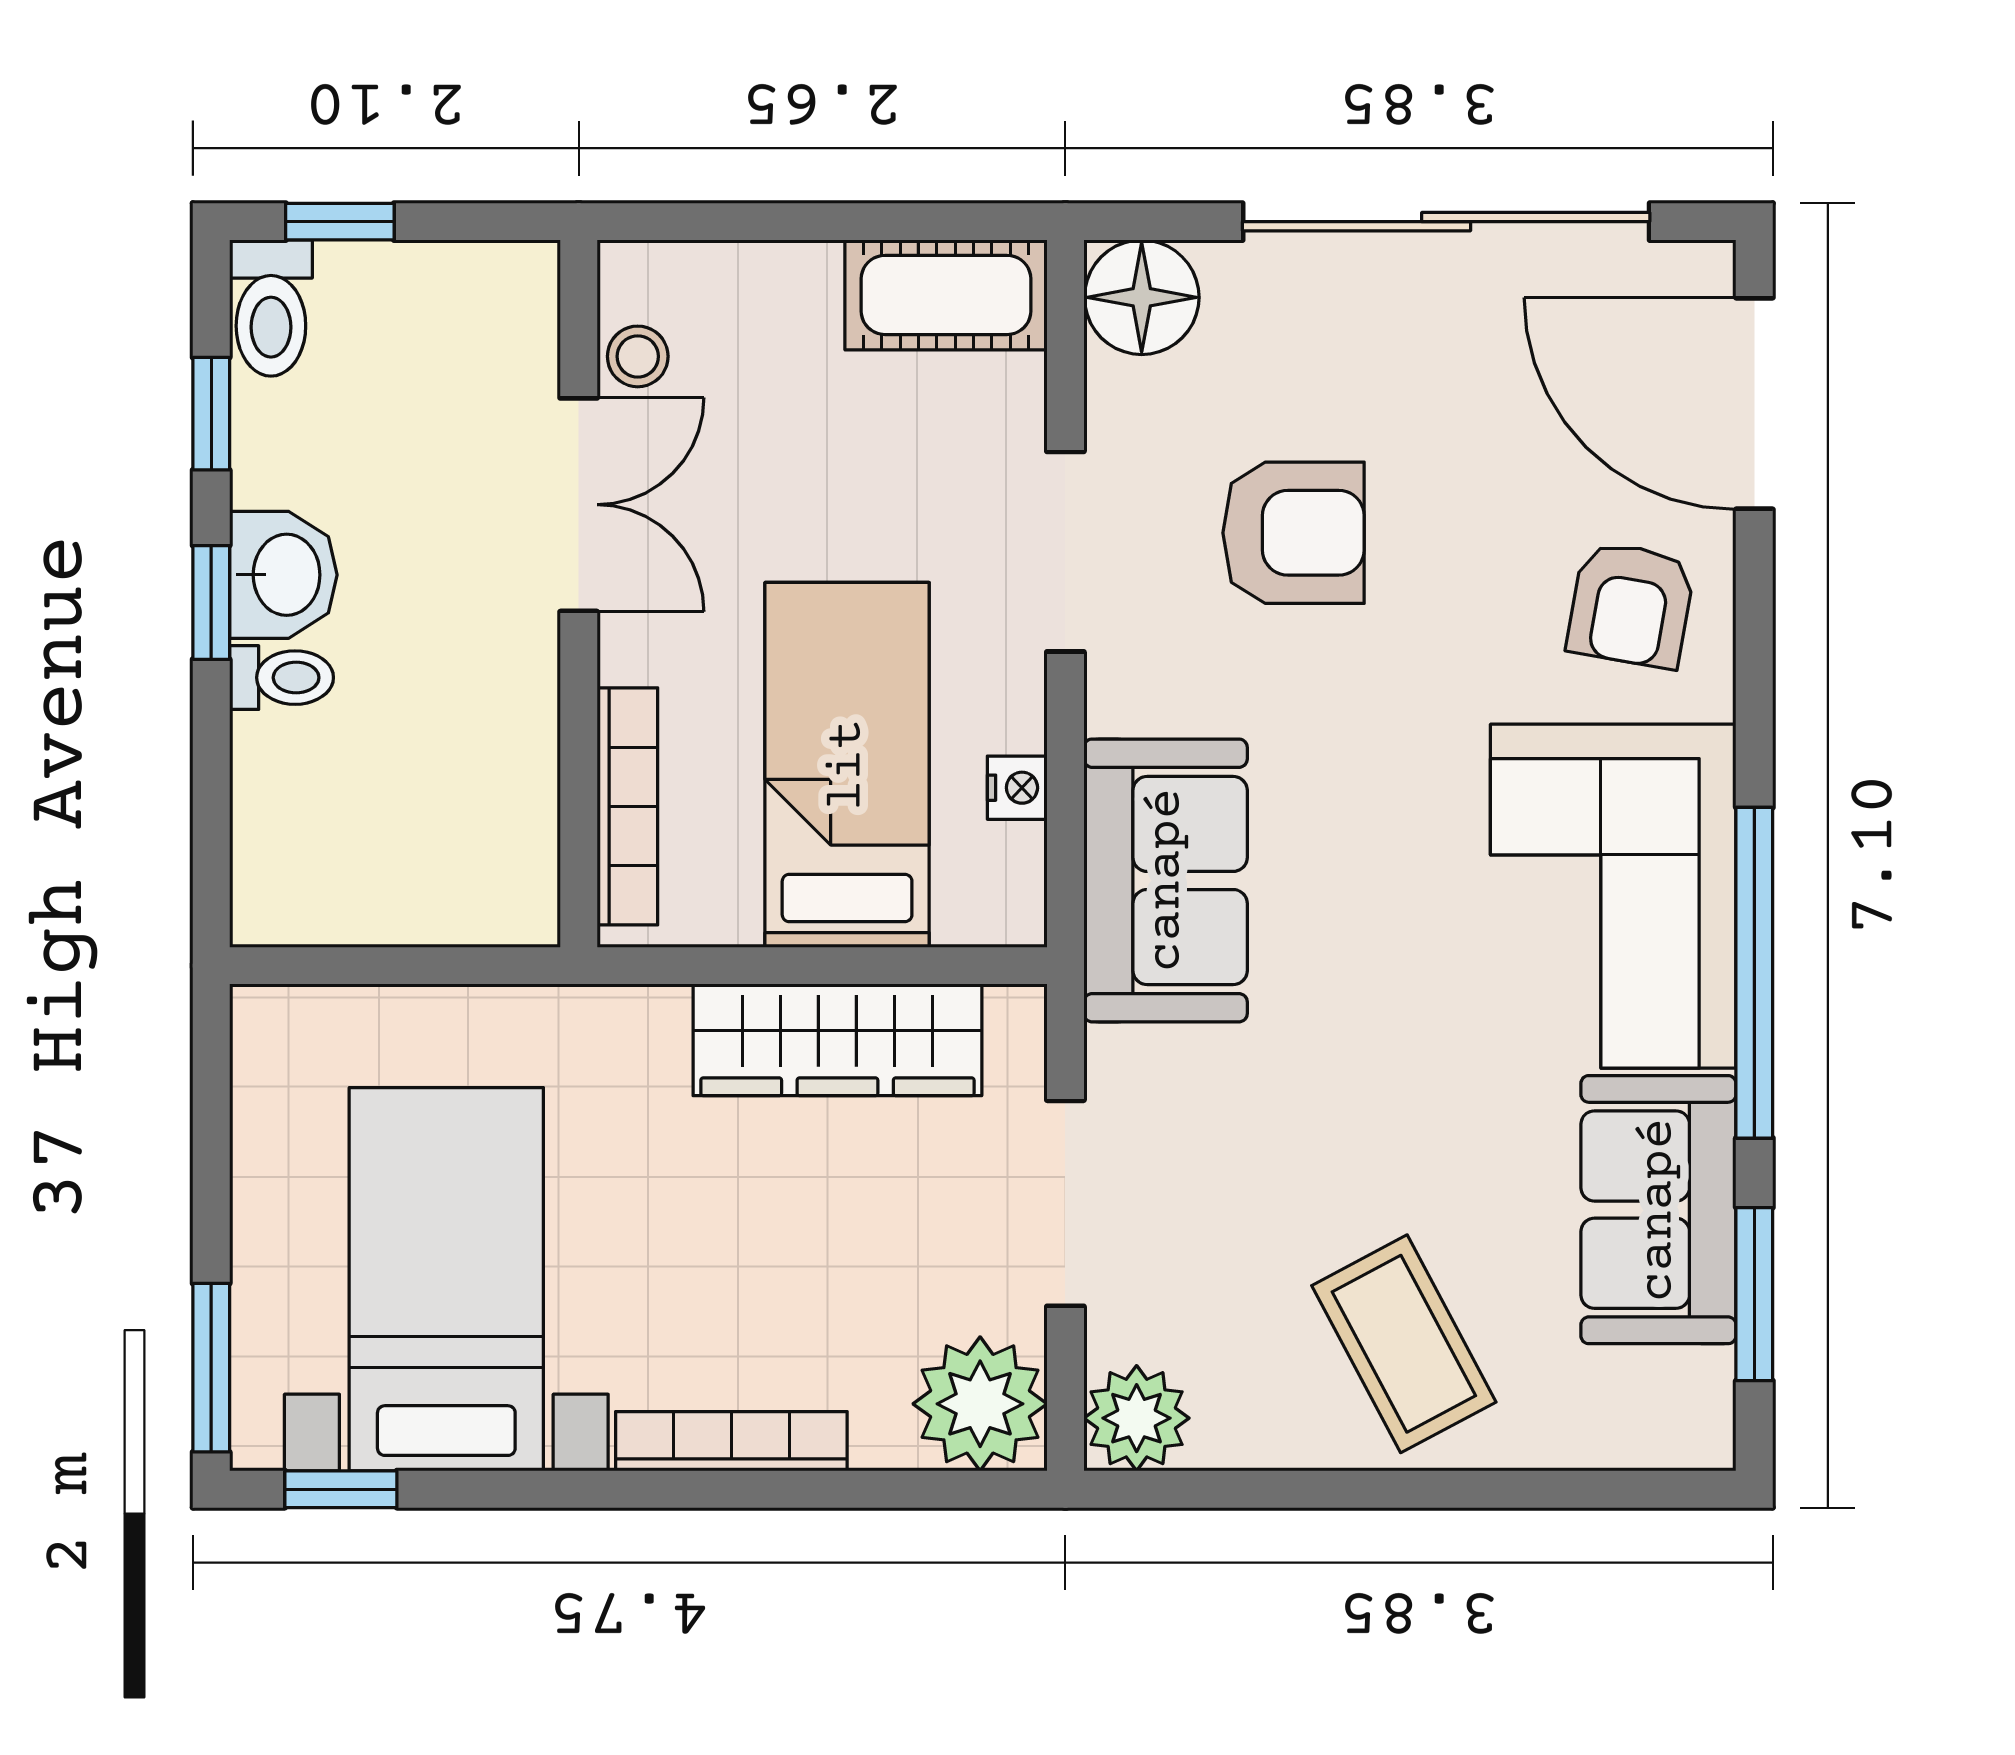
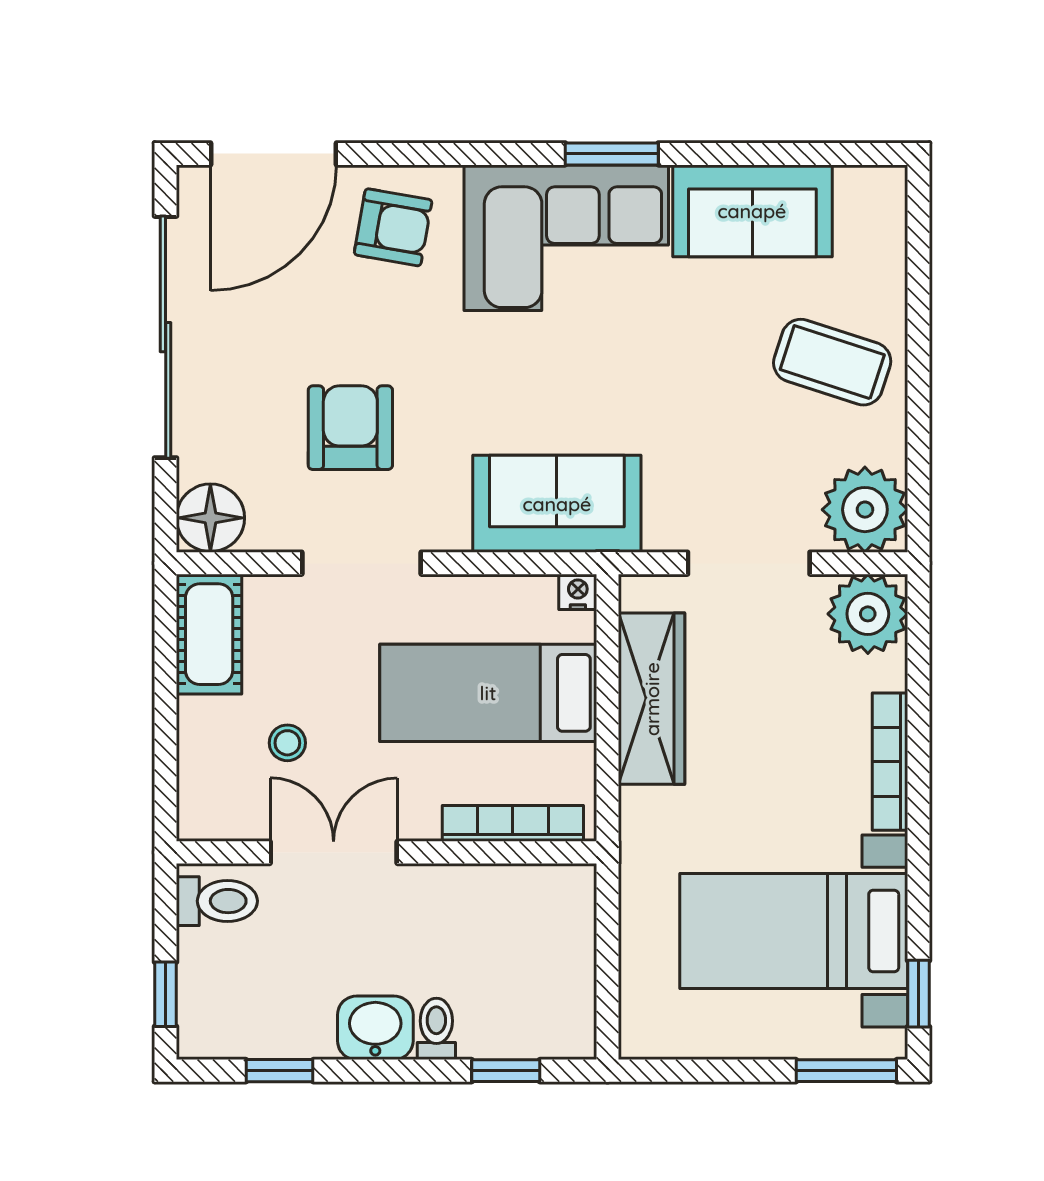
toilet: (271, 308) -> (217, 901), moved
stool: (638, 356) -> (287, 743), moved
window: (211, 602) -> (506, 1071), moved
nightstand: (1017, 788) -> (578, 592), moved
window: (1754, 973) -> (612, 154), width x0.47
window: (1754, 1294) -> (803, 154), removed
coffee table: (1404, 1344) -> (832, 362), turned 46
plant: (1137, 1418) -> (865, 510), width x1.36, depth x1.36

